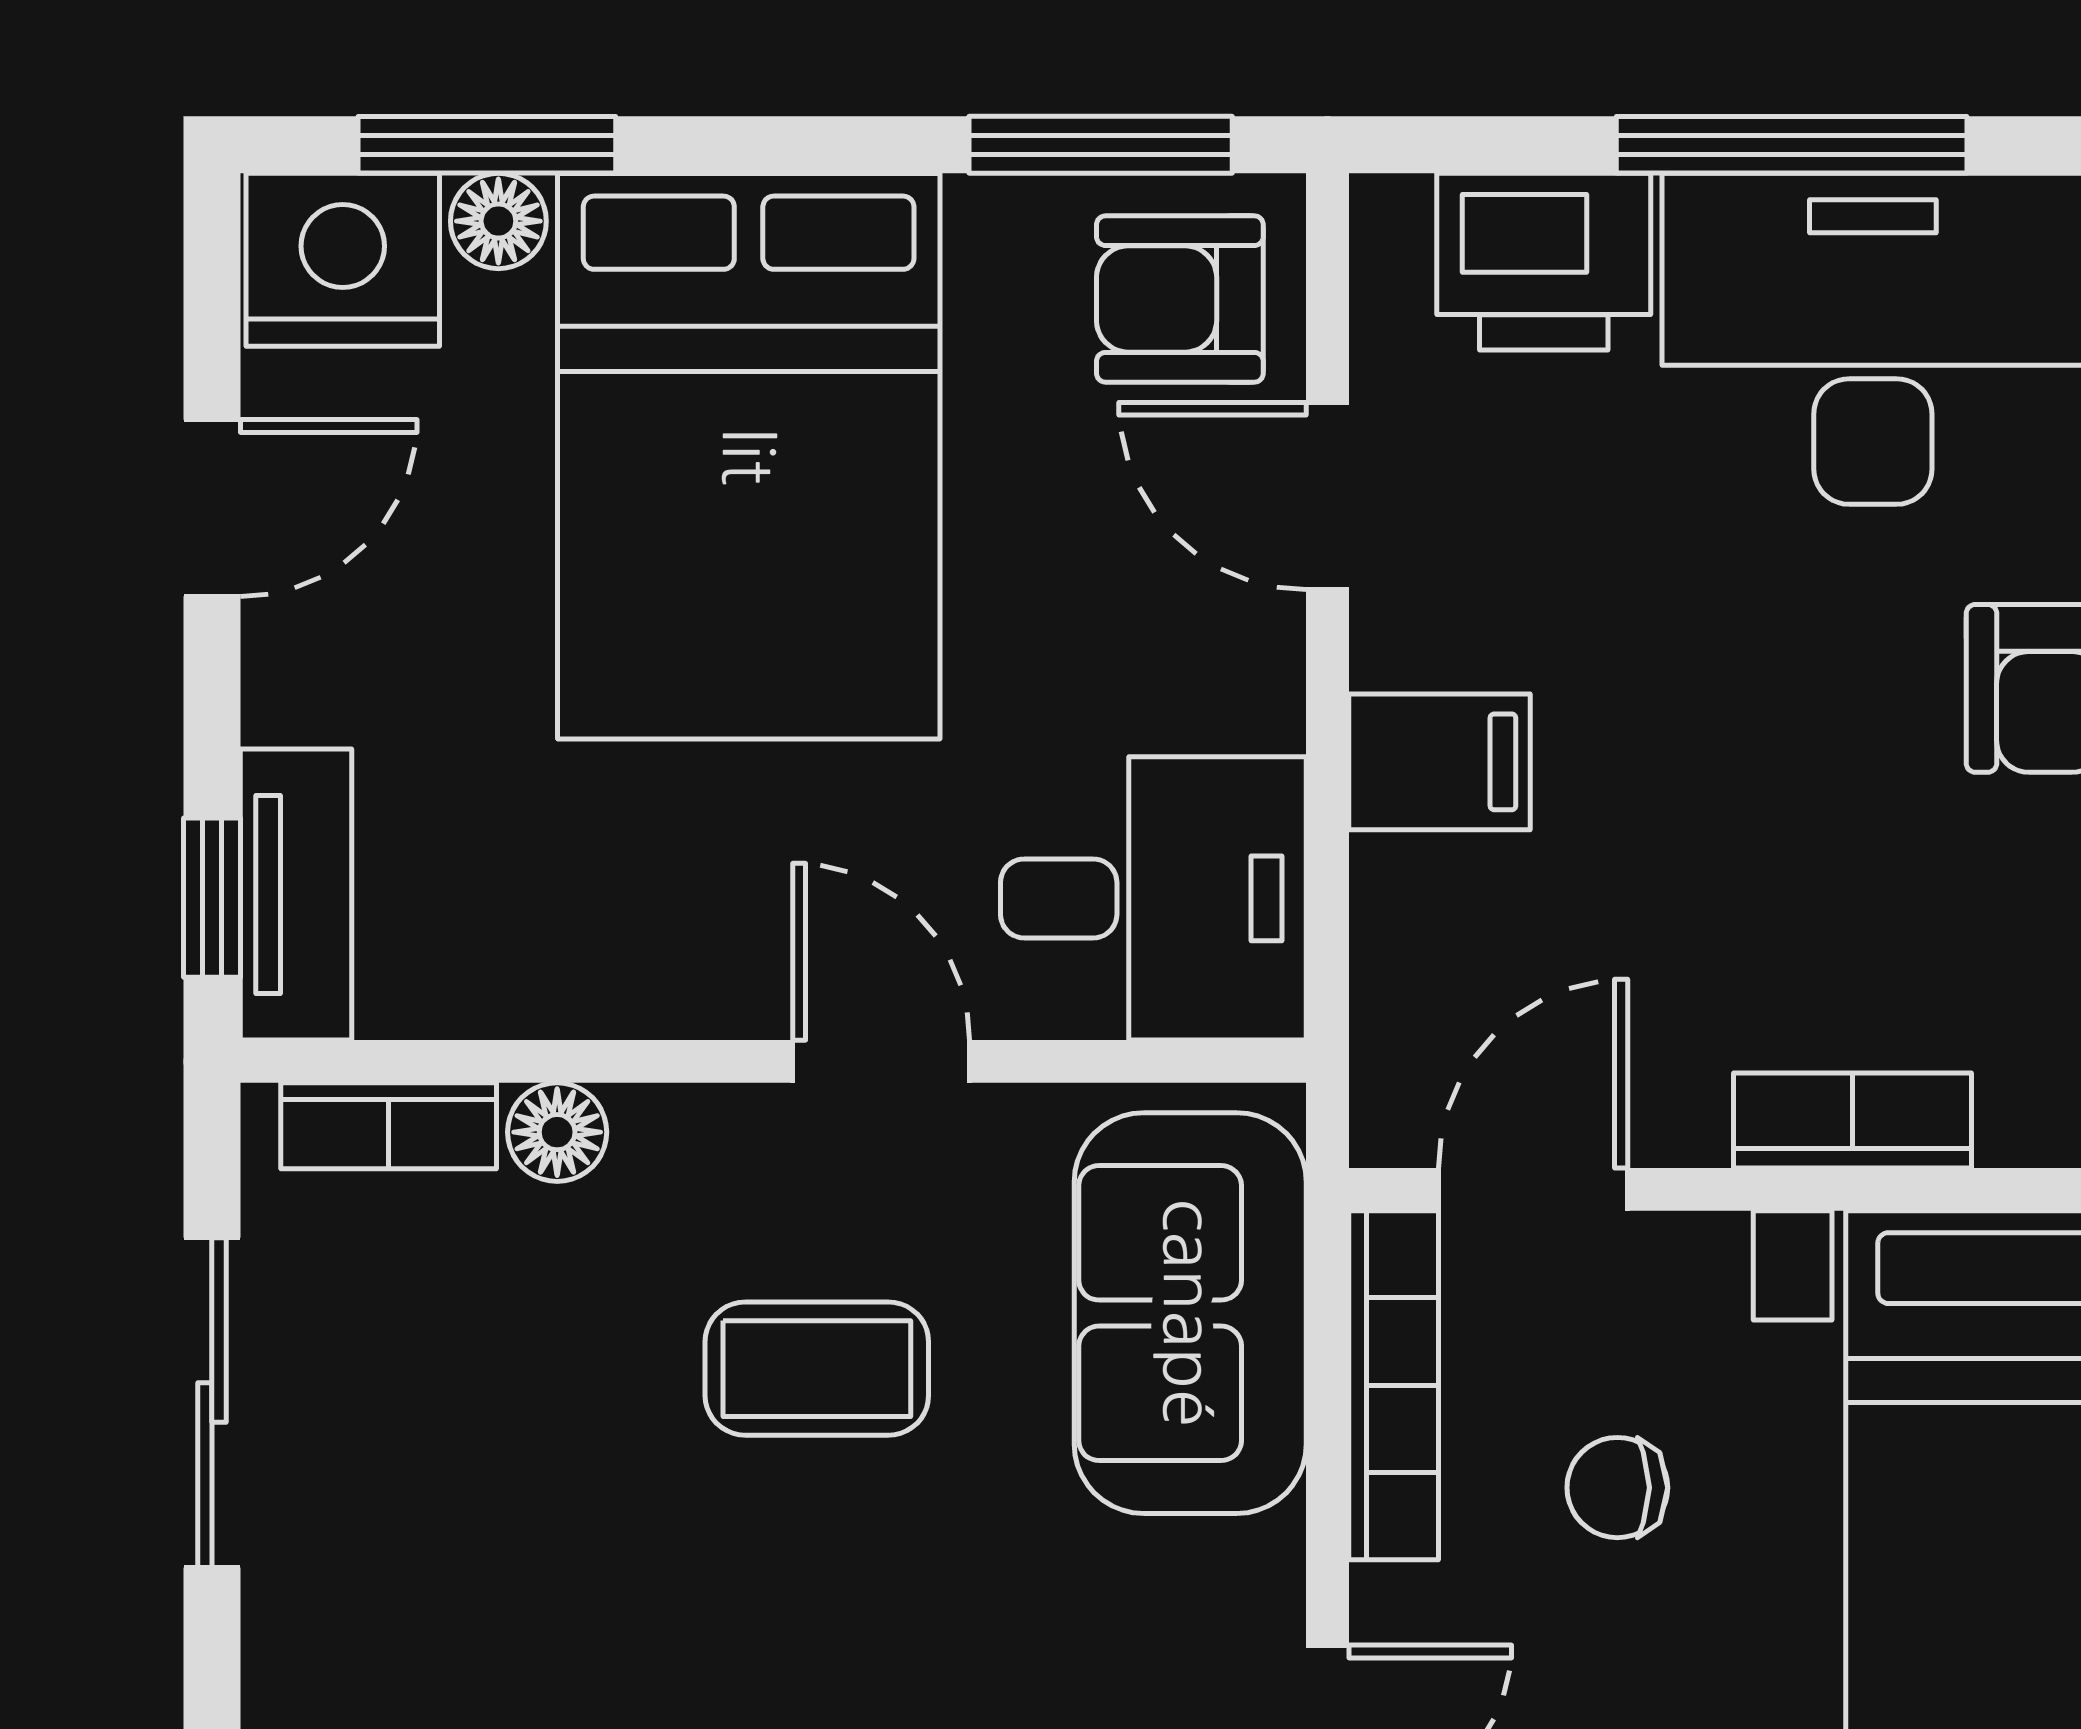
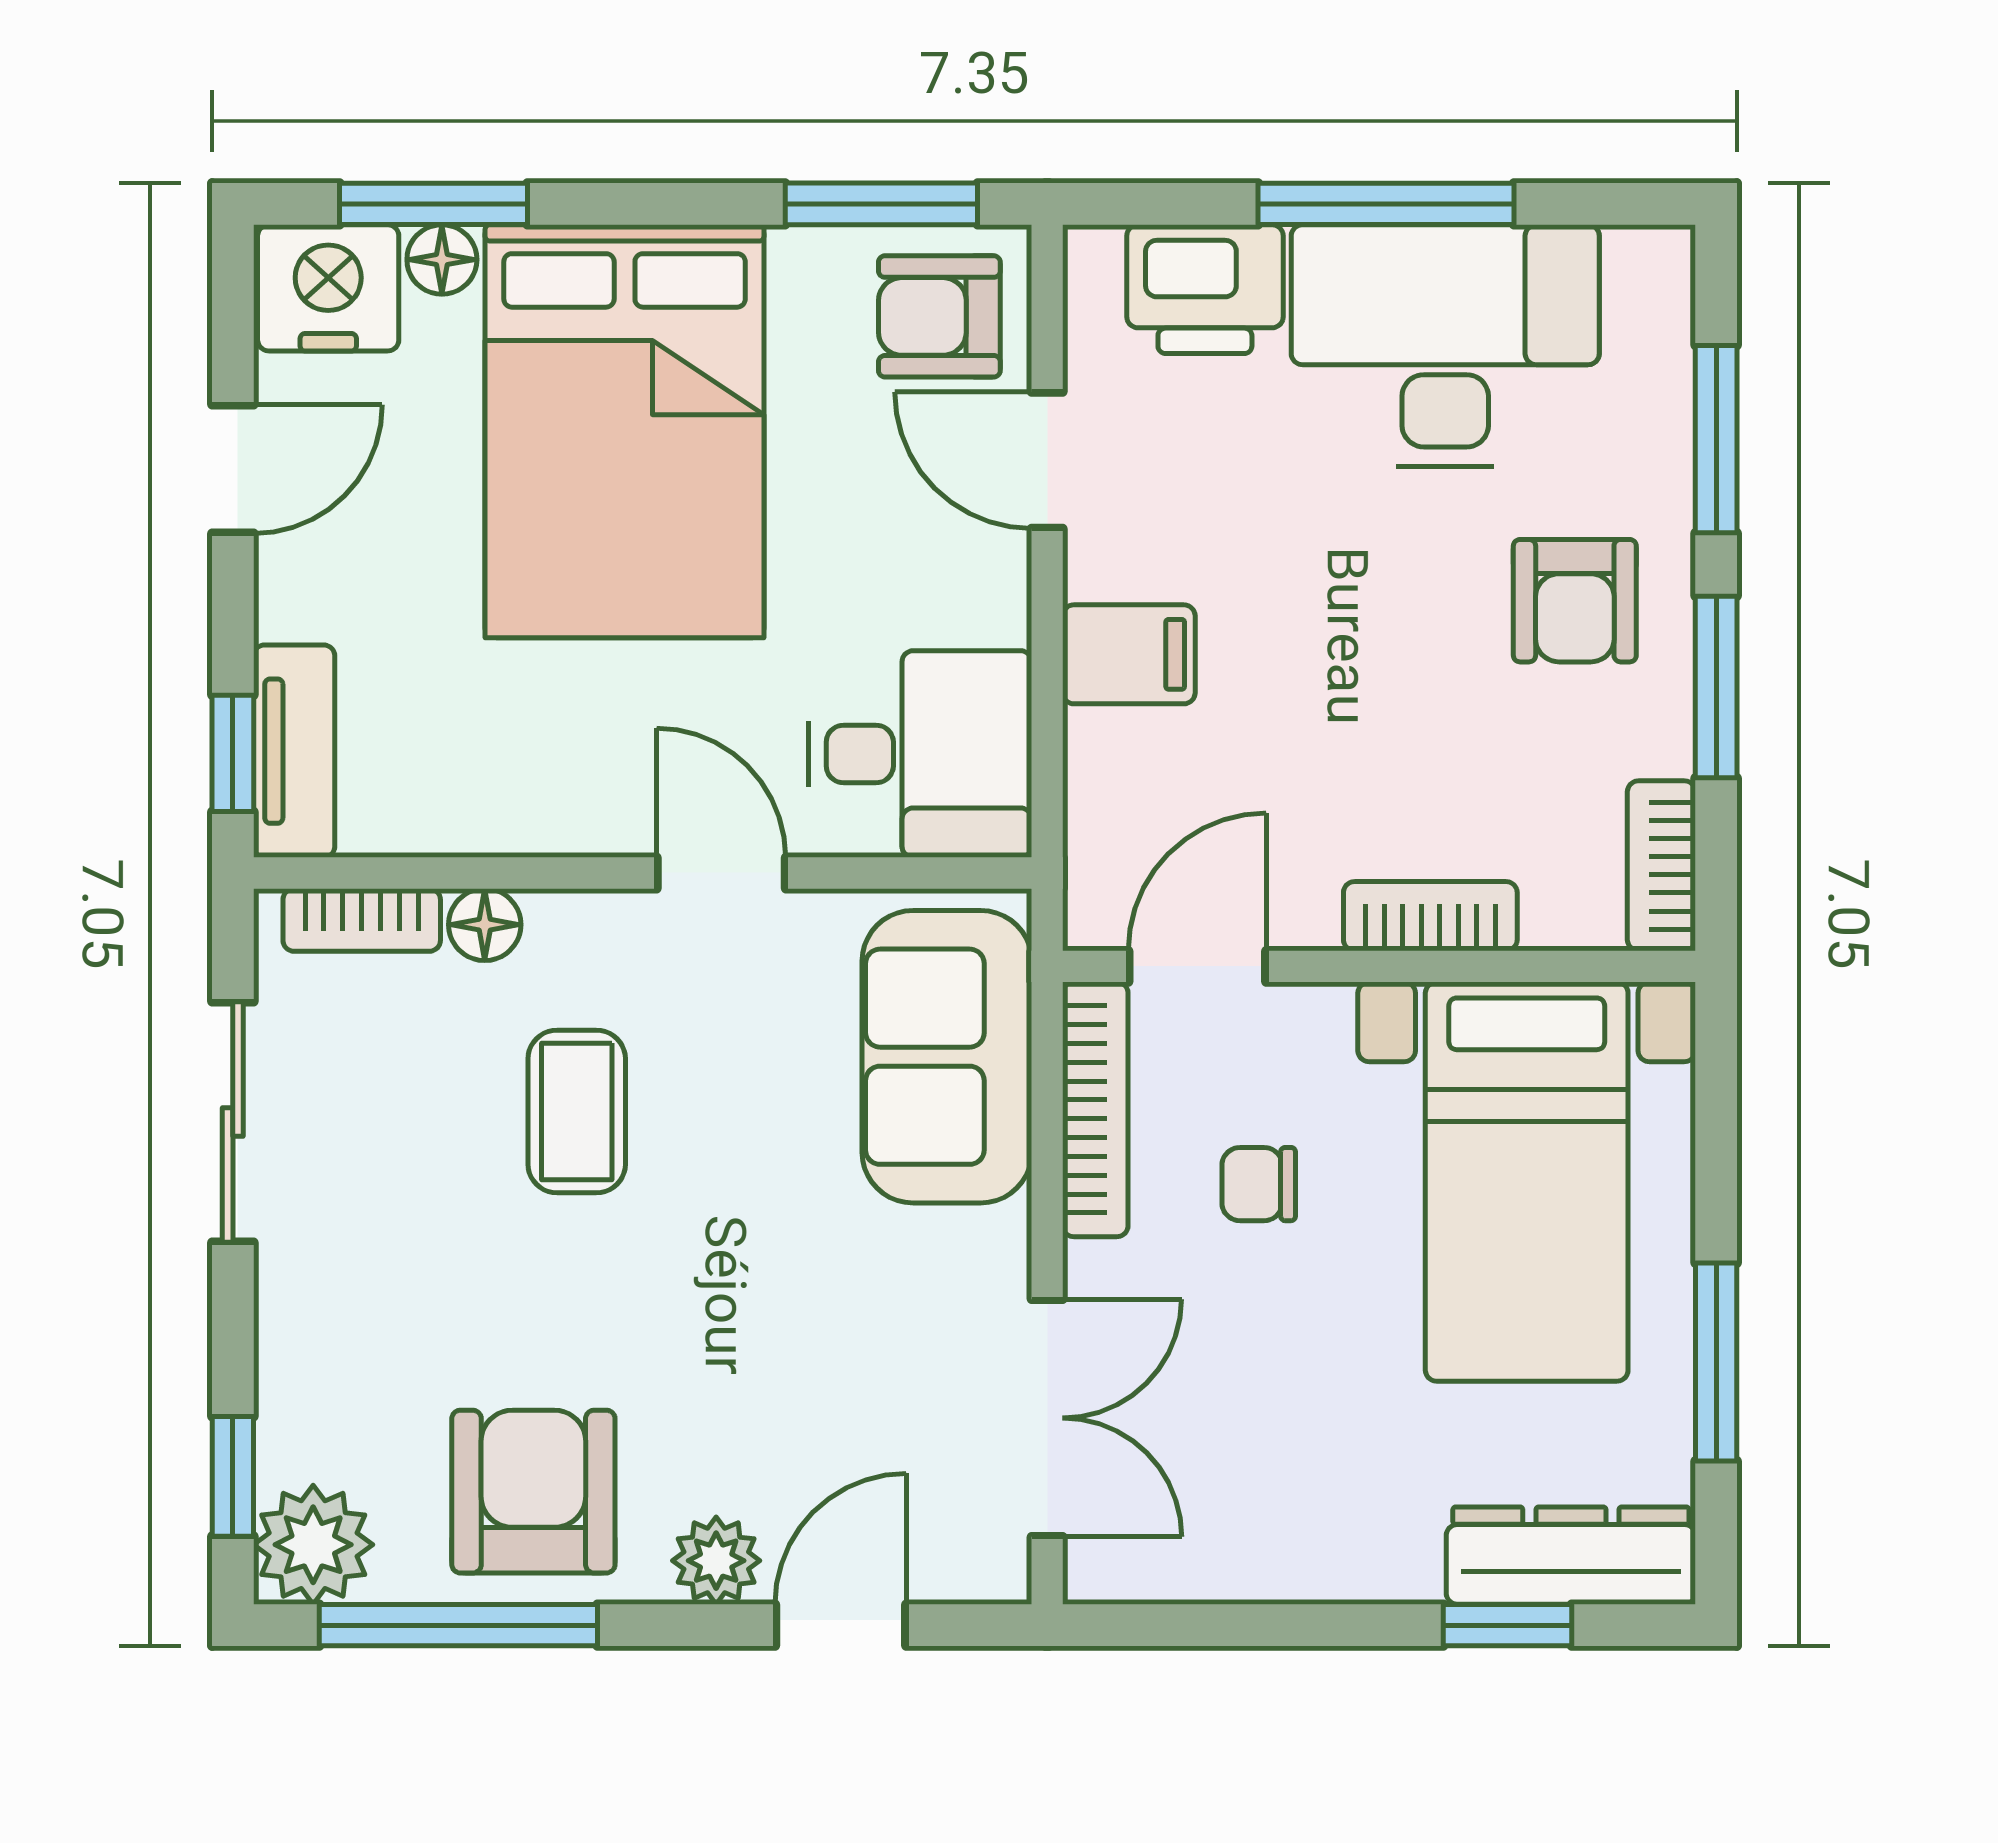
coffee table: (817, 1369) -> (577, 1111), moved, turned 90

